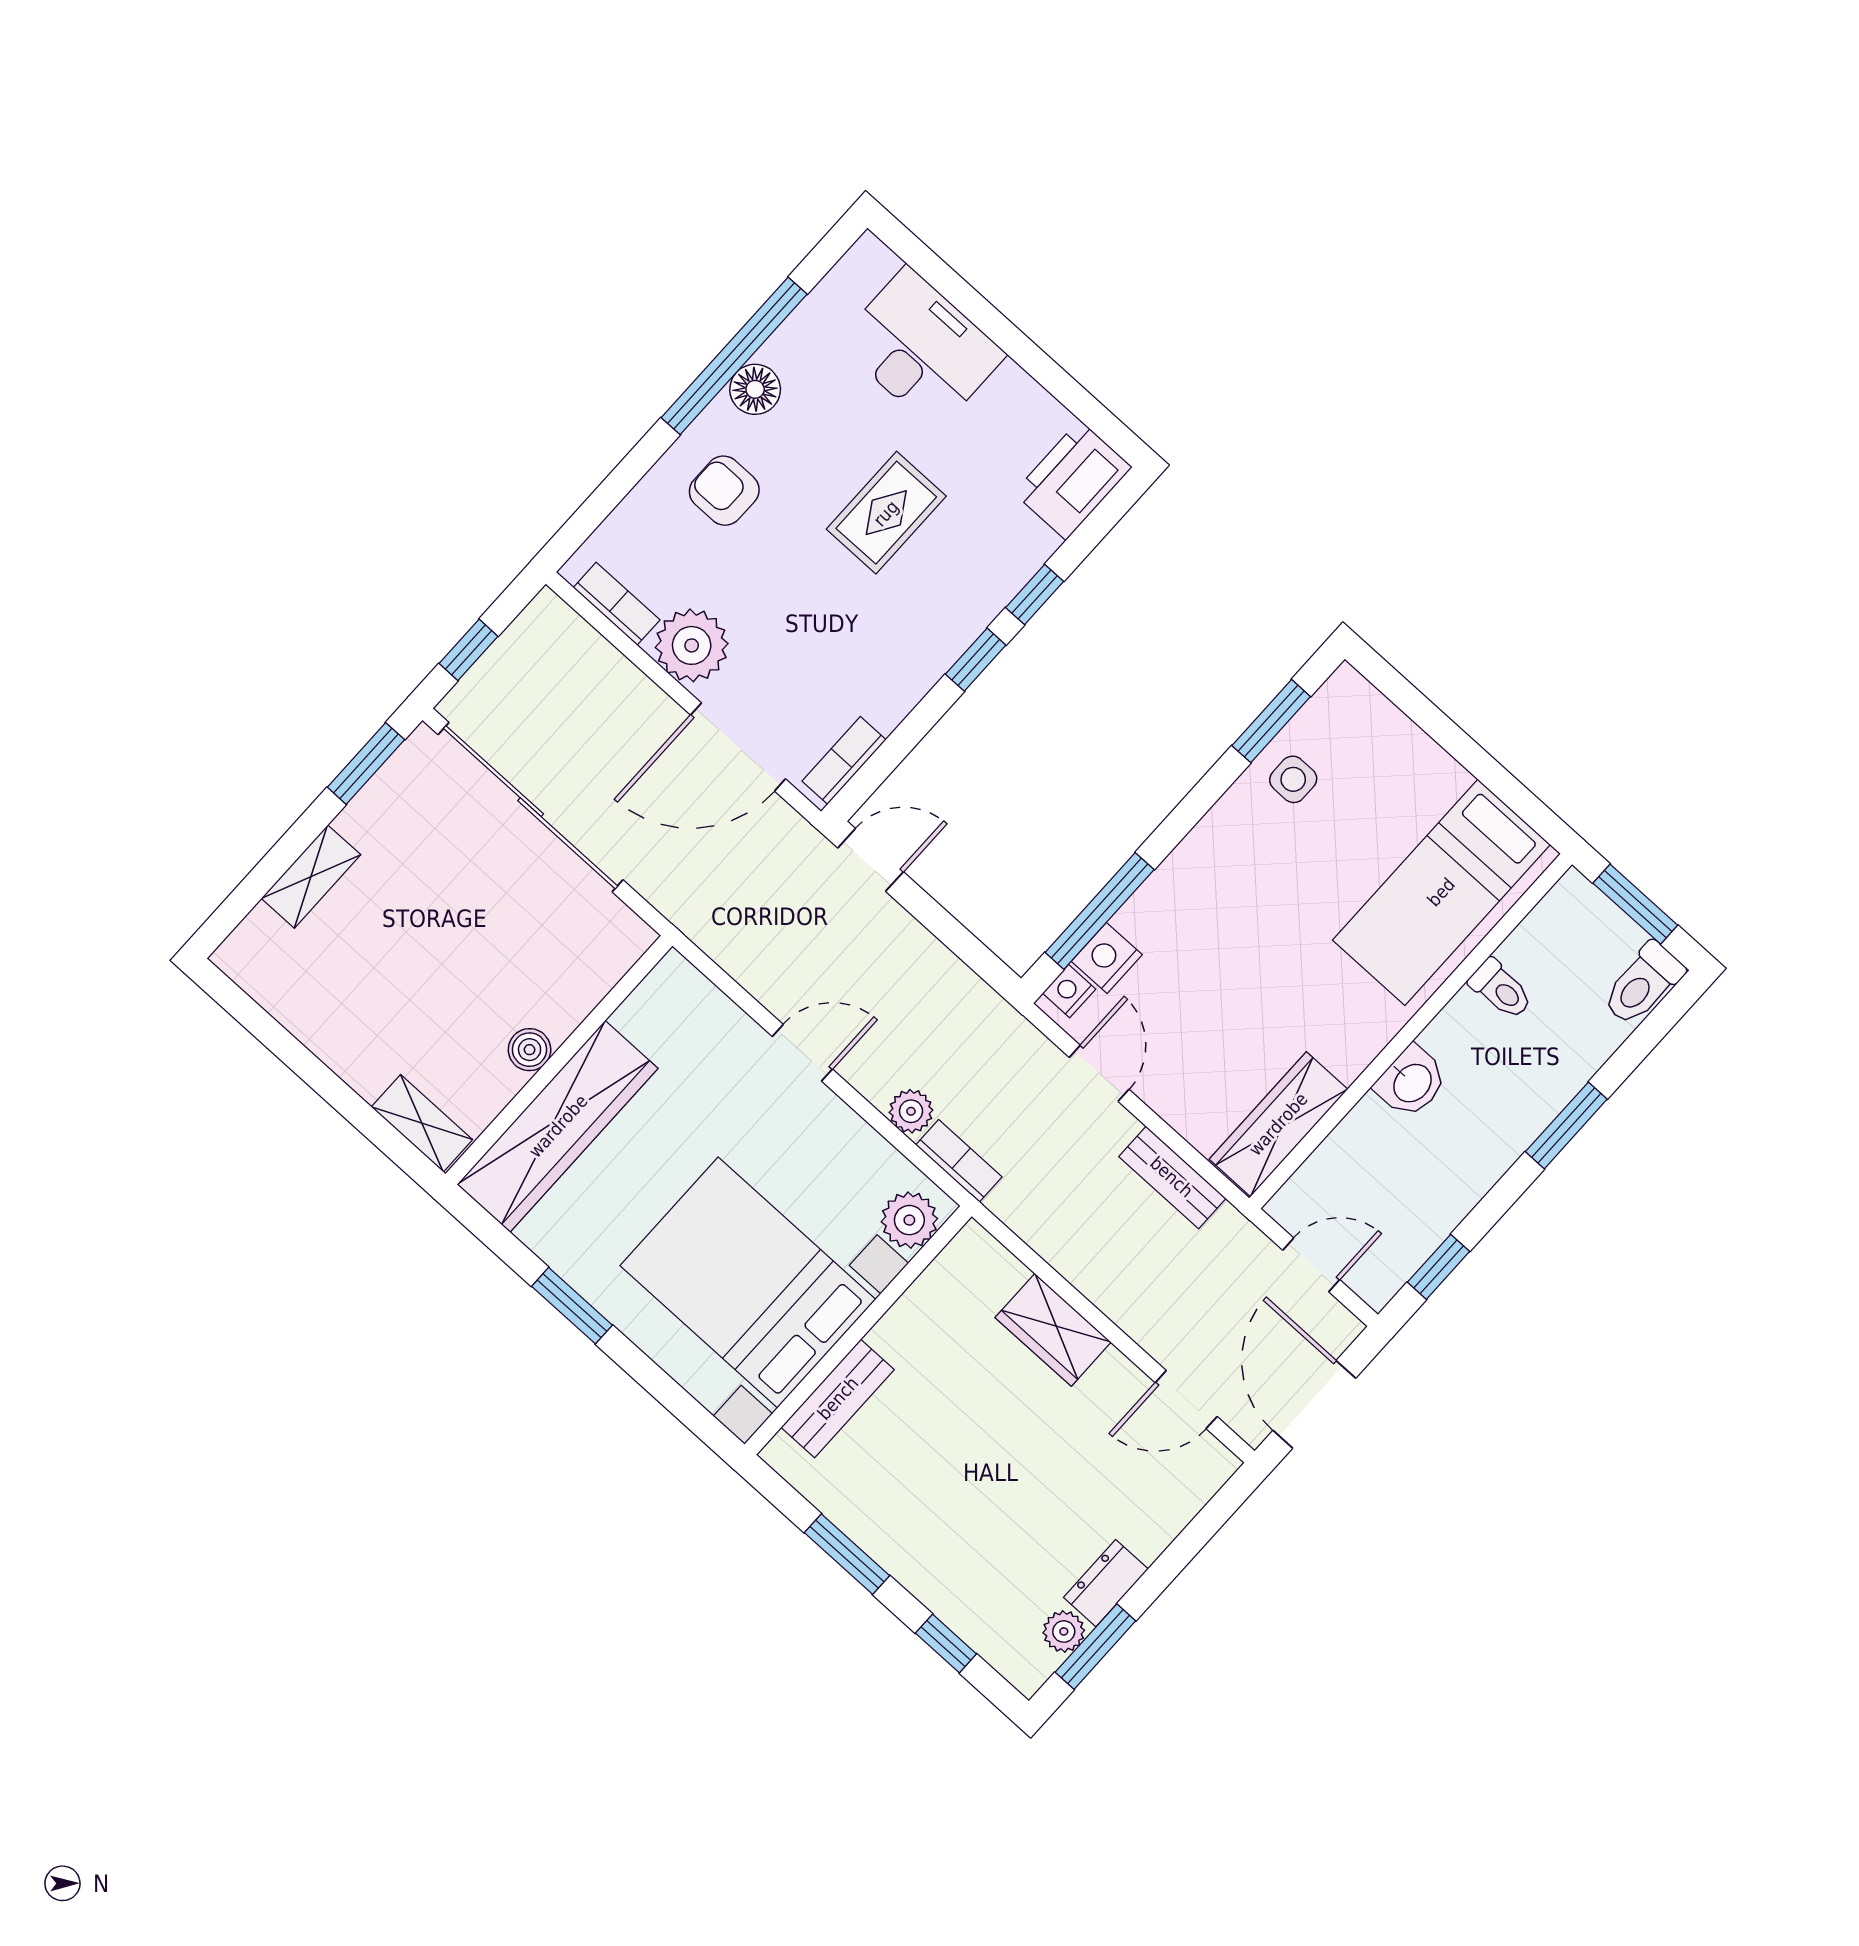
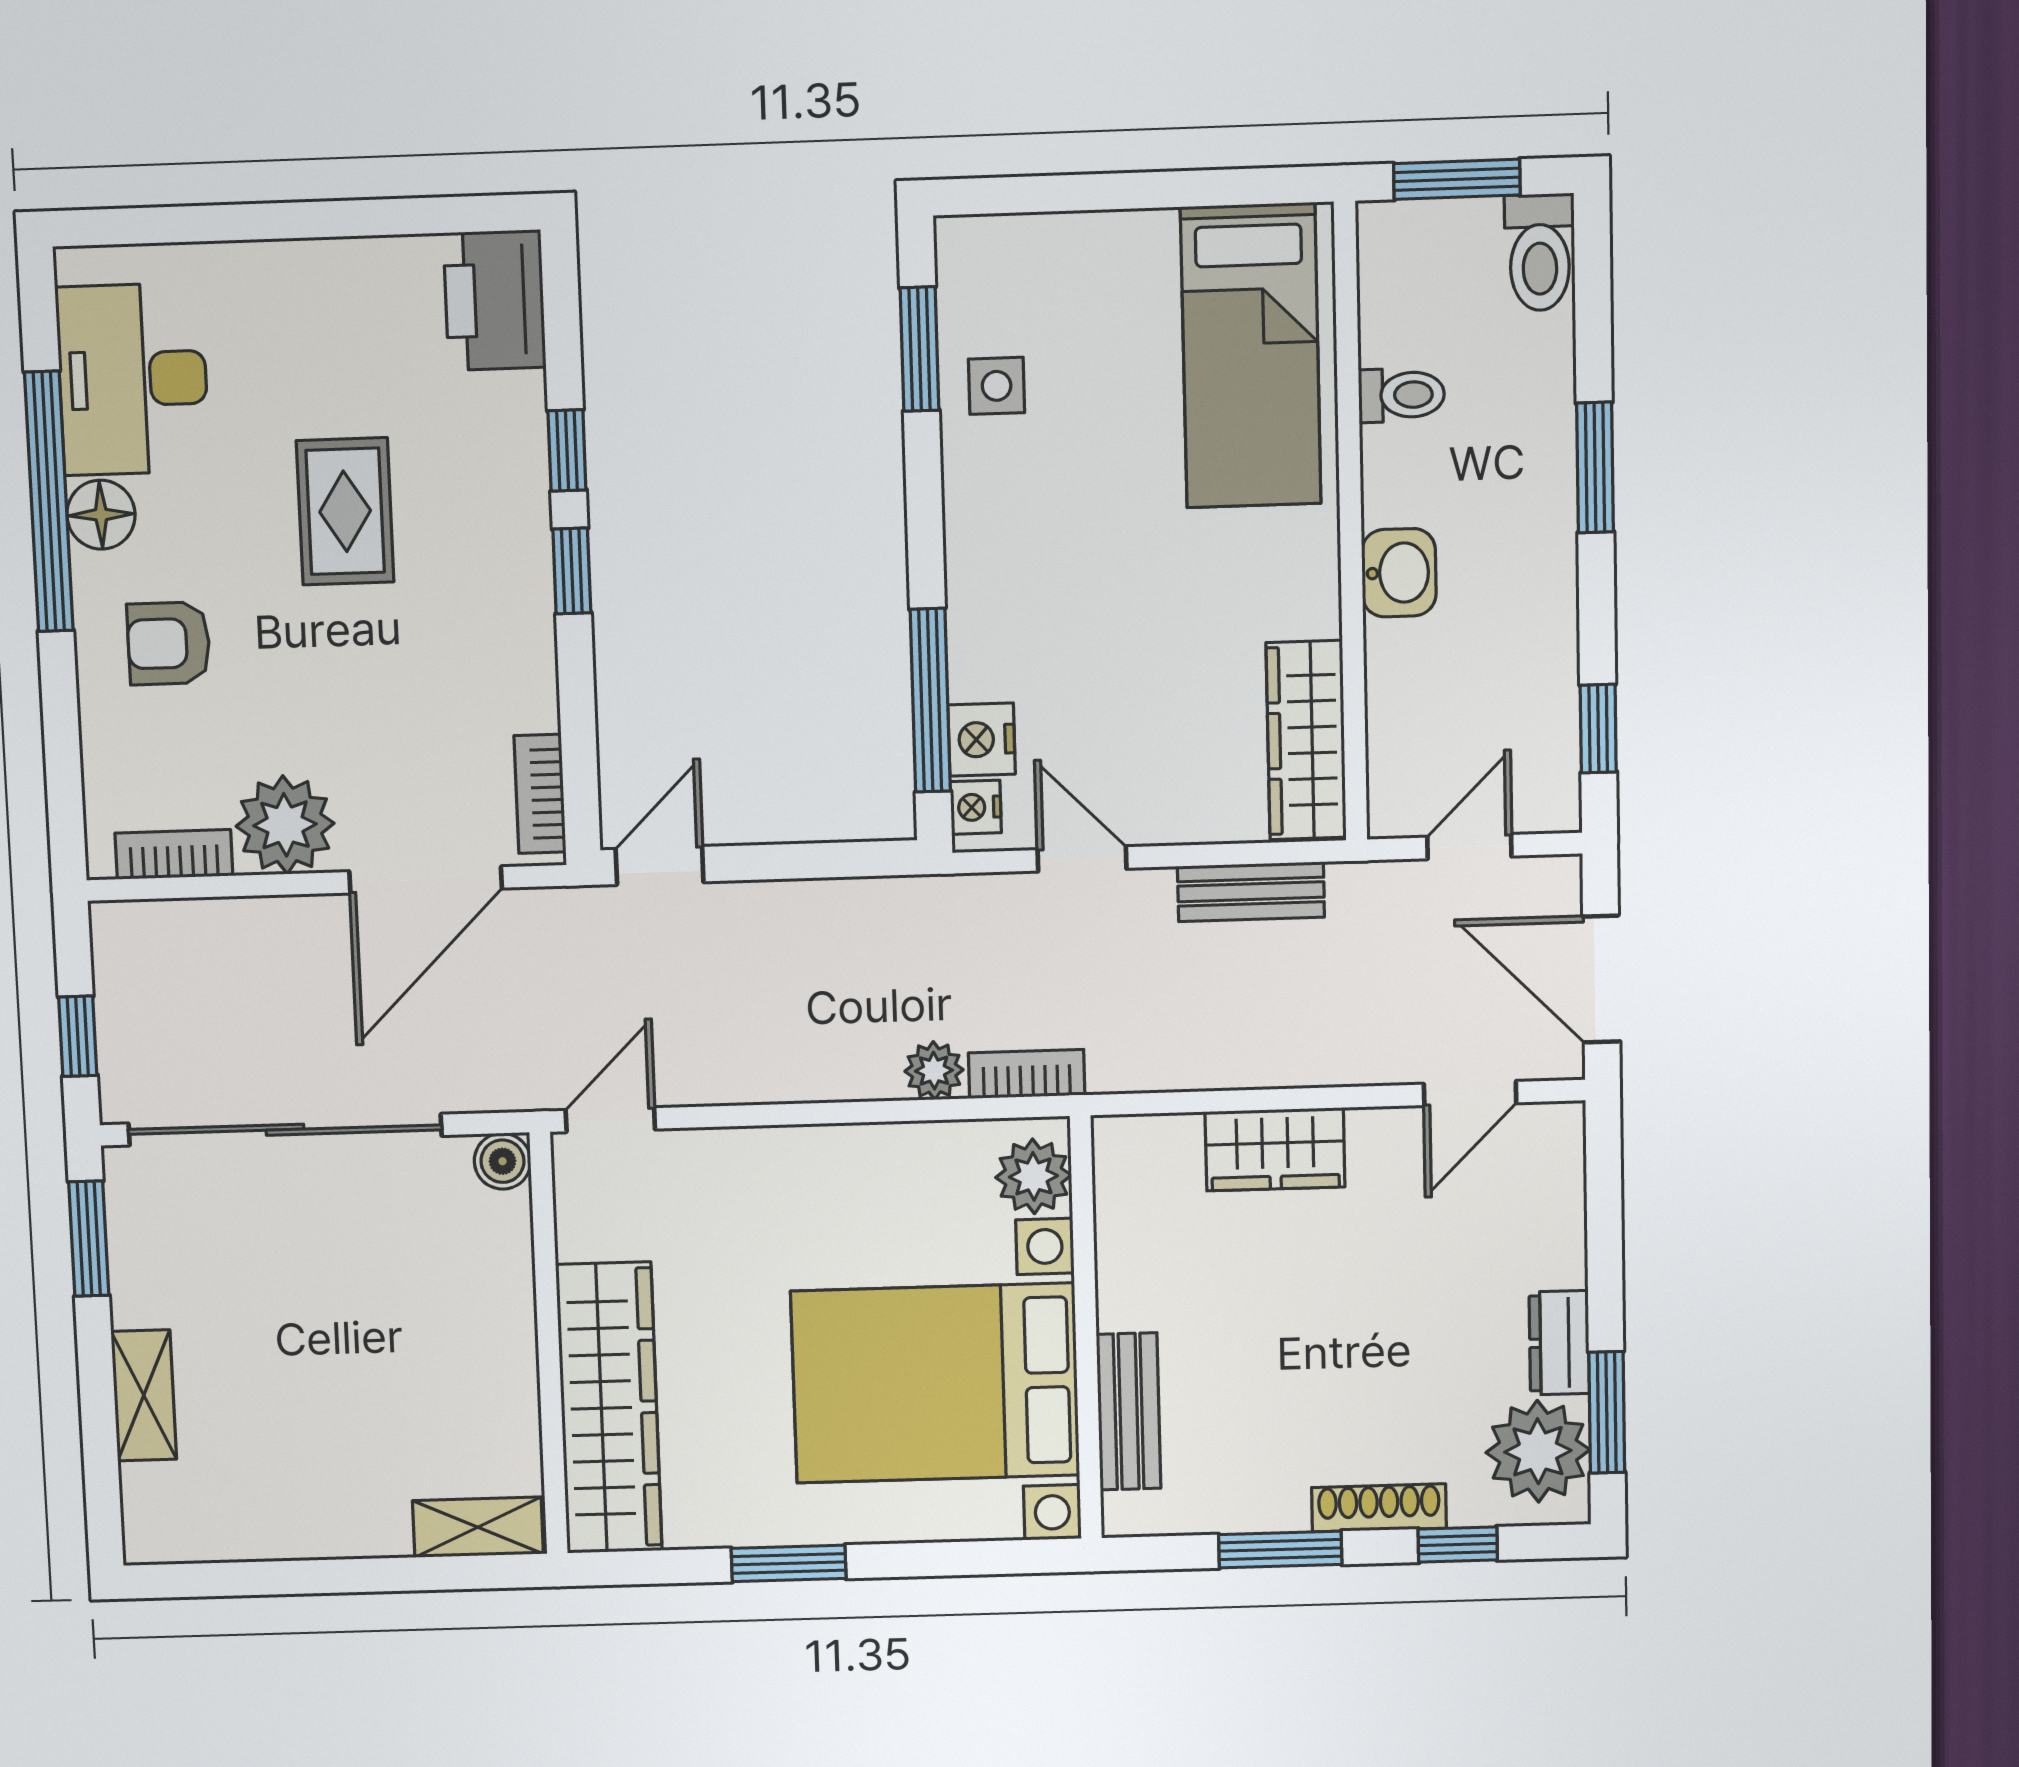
desk: (921, 349) -> (133, 379), moved, turned -90
boiler: (530, 1050) -> (502, 1161), moved
door: (802, 1053) -> (610, 1120), moved
shoe rack: (922, 1582) -> (1379, 1508), added
plant: (1064, 1631) -> (1538, 1451), width x1.88, depth x1.88

